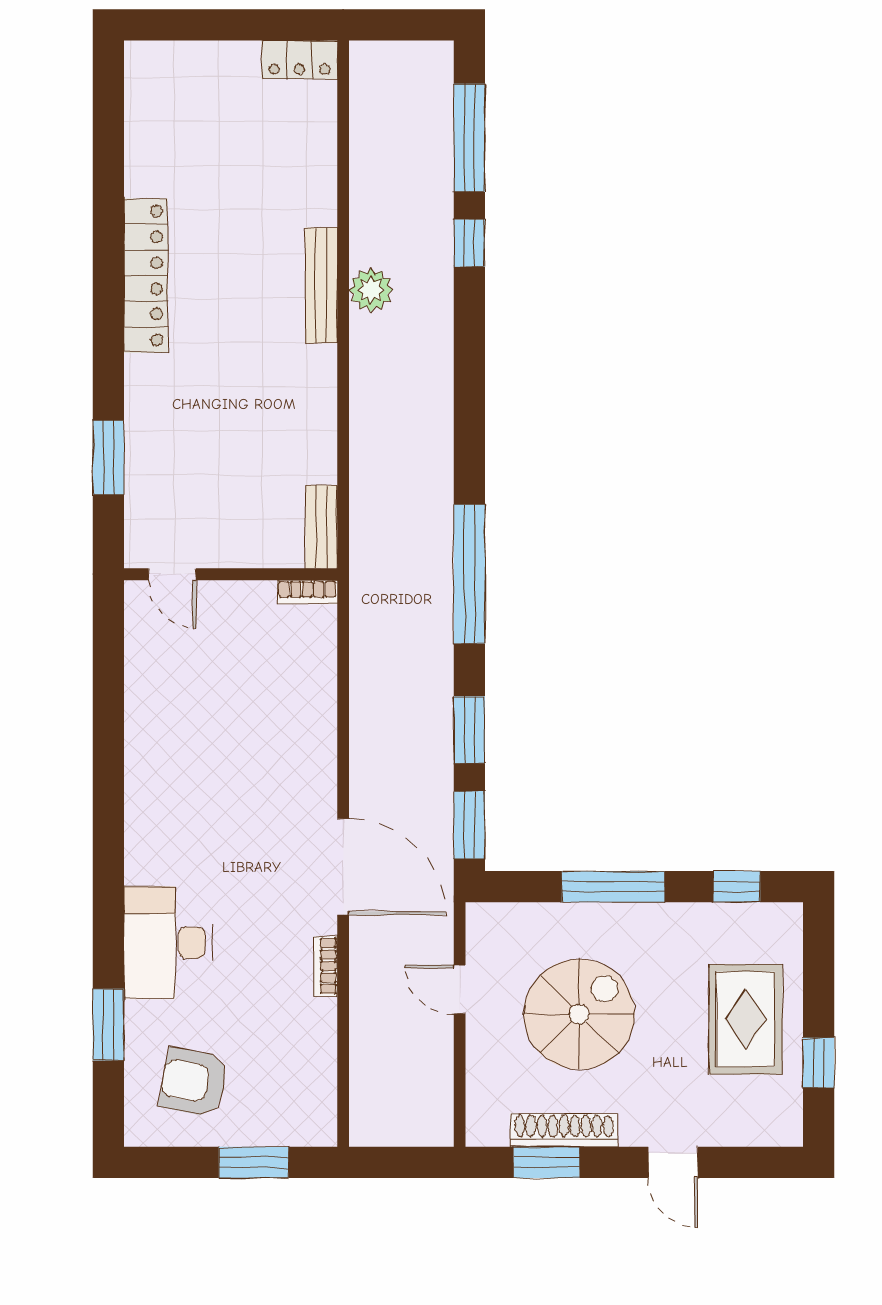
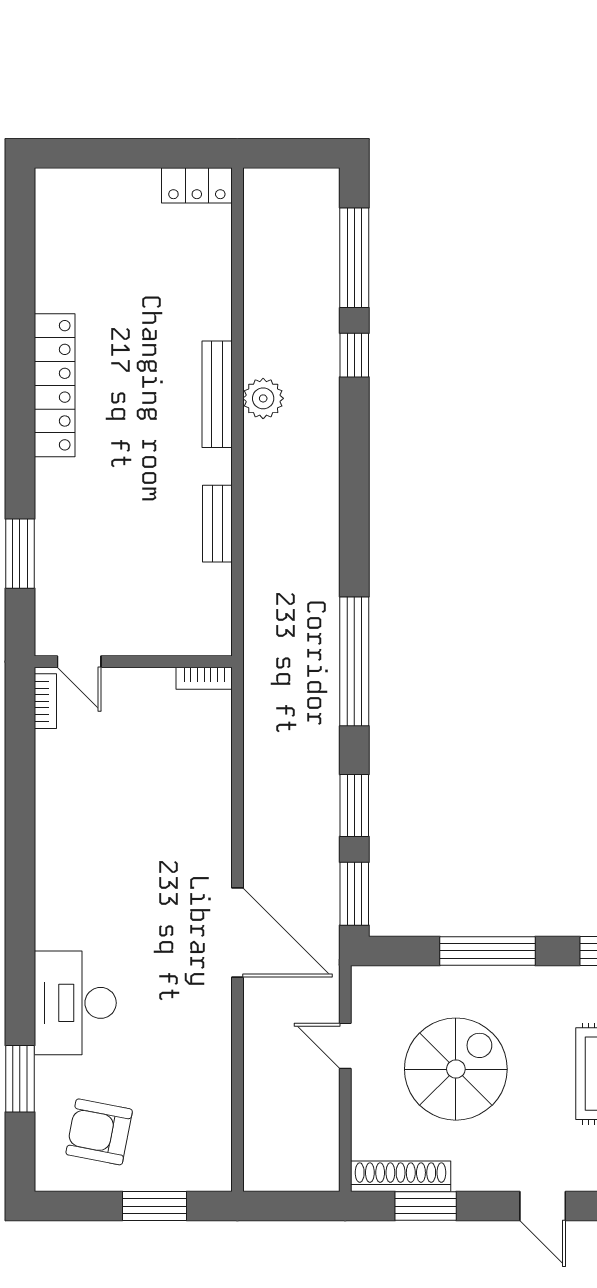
bench: (321, 527) -> (217, 524), moved
bookcase: (325, 966) -> (45, 701), moved, turned 180
shoe rack: (564, 1130) -> (401, 1176), moved

